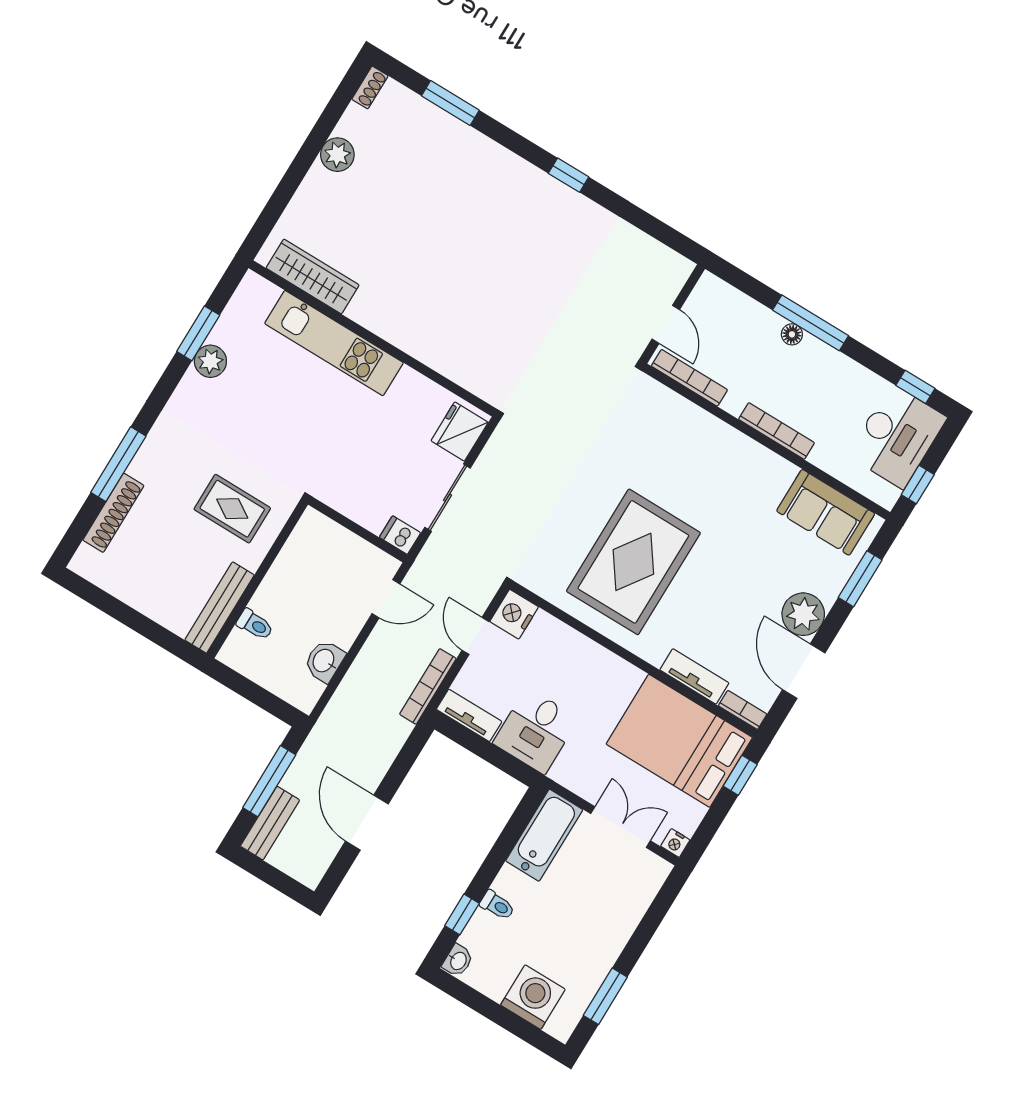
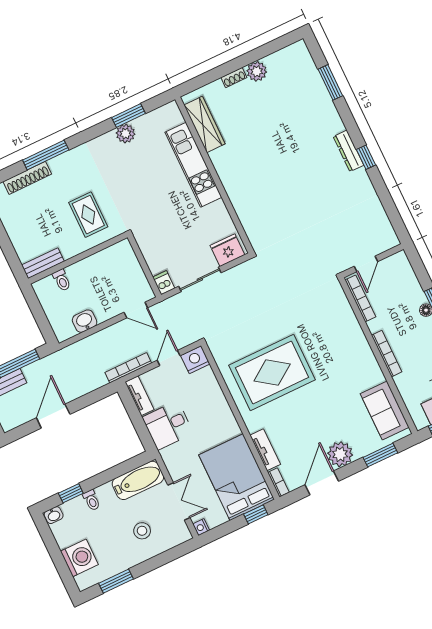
shoe rack: (370, 88) -> (234, 78), moved
dresser: (538, 182) -> (348, 151), added
bench: (220, 608) -> (43, 263), width x0.73
stool: (596, 902) -> (142, 531), added

